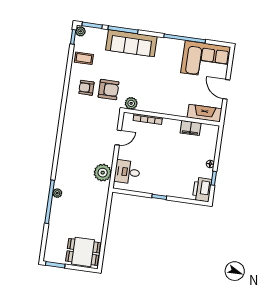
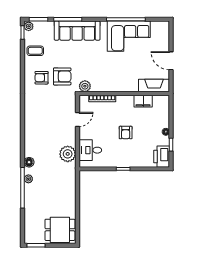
corner sofa: (206, 60) -> (129, 36), moved
armchair: (167, 159) -> (126, 133), added
floor lamp: (60, 176) -> (29, 162), added

